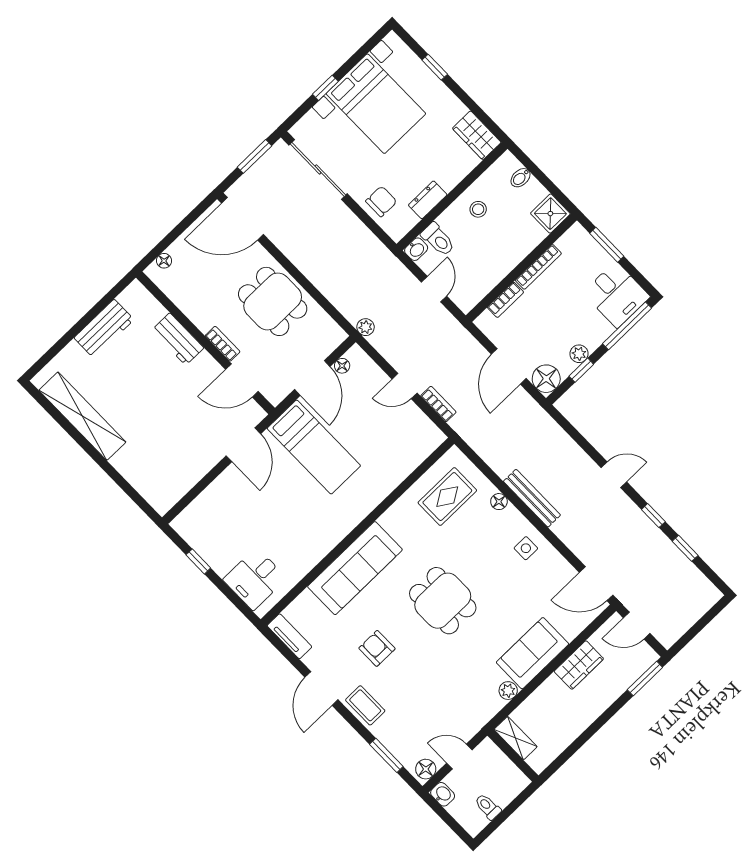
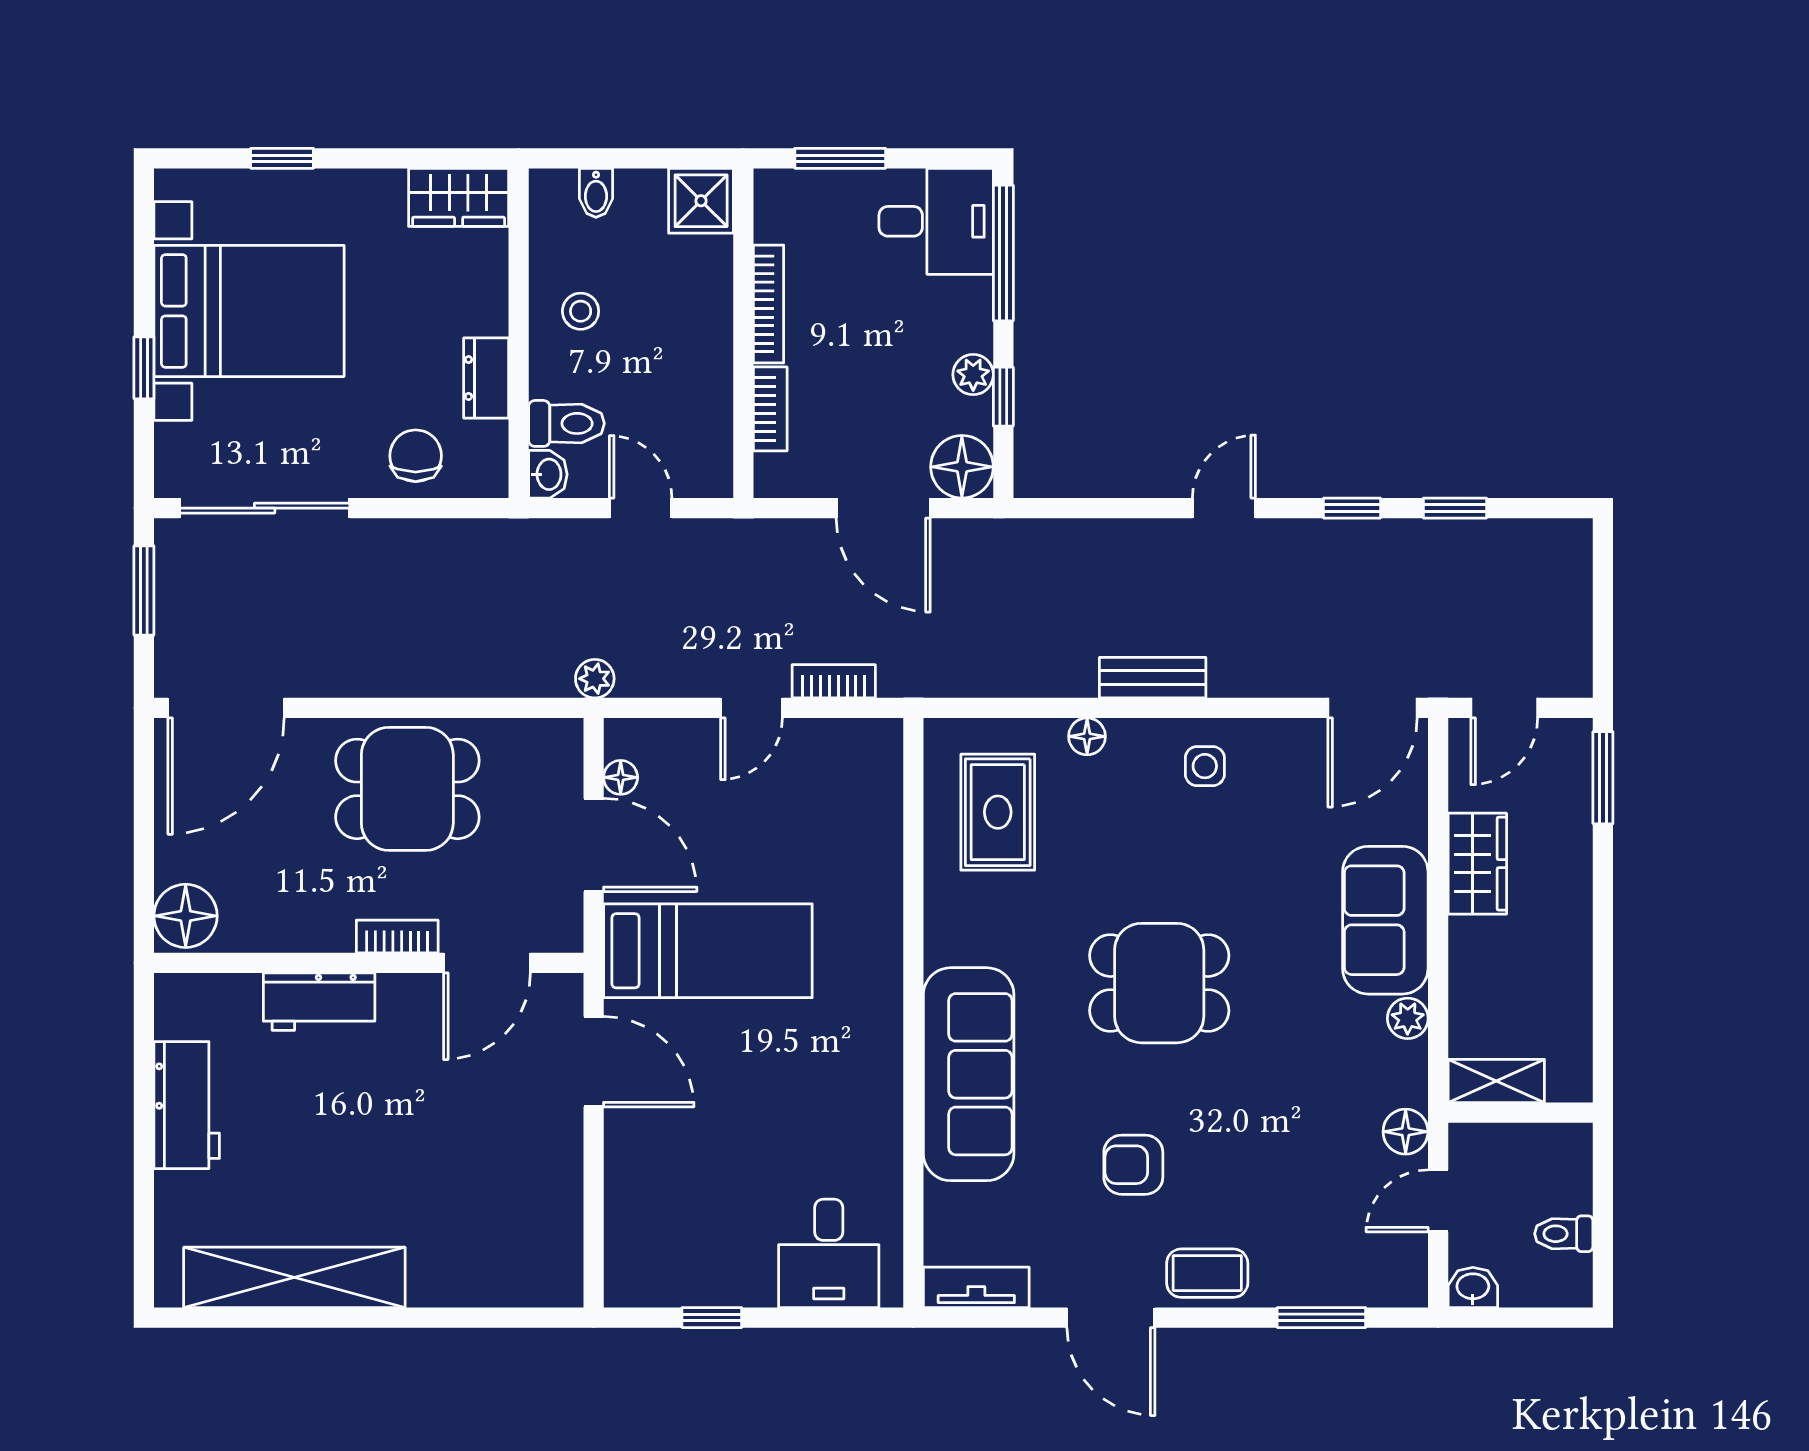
floor lamp: (164, 261) -> (186, 916), width x1.89, depth x1.89
bench: (532, 498) -> (1153, 678), width x0.73
floor lamp: (426, 769) -> (1406, 1132), moved

